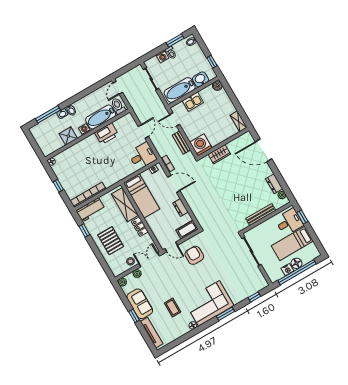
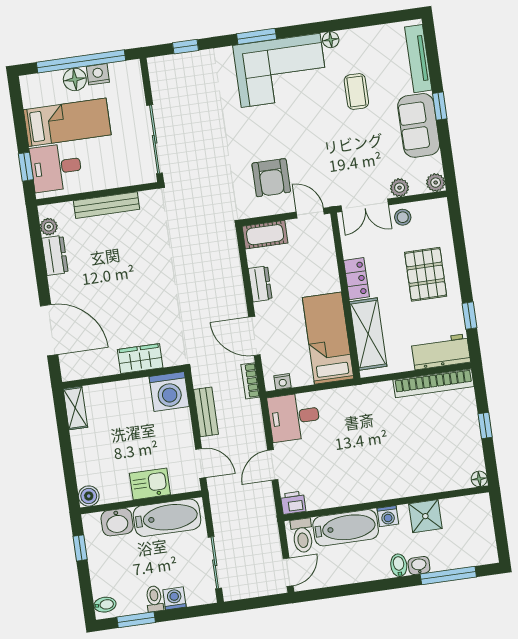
printer: (107, 134) -> (293, 503), moved, width x0.53, depth x0.68

